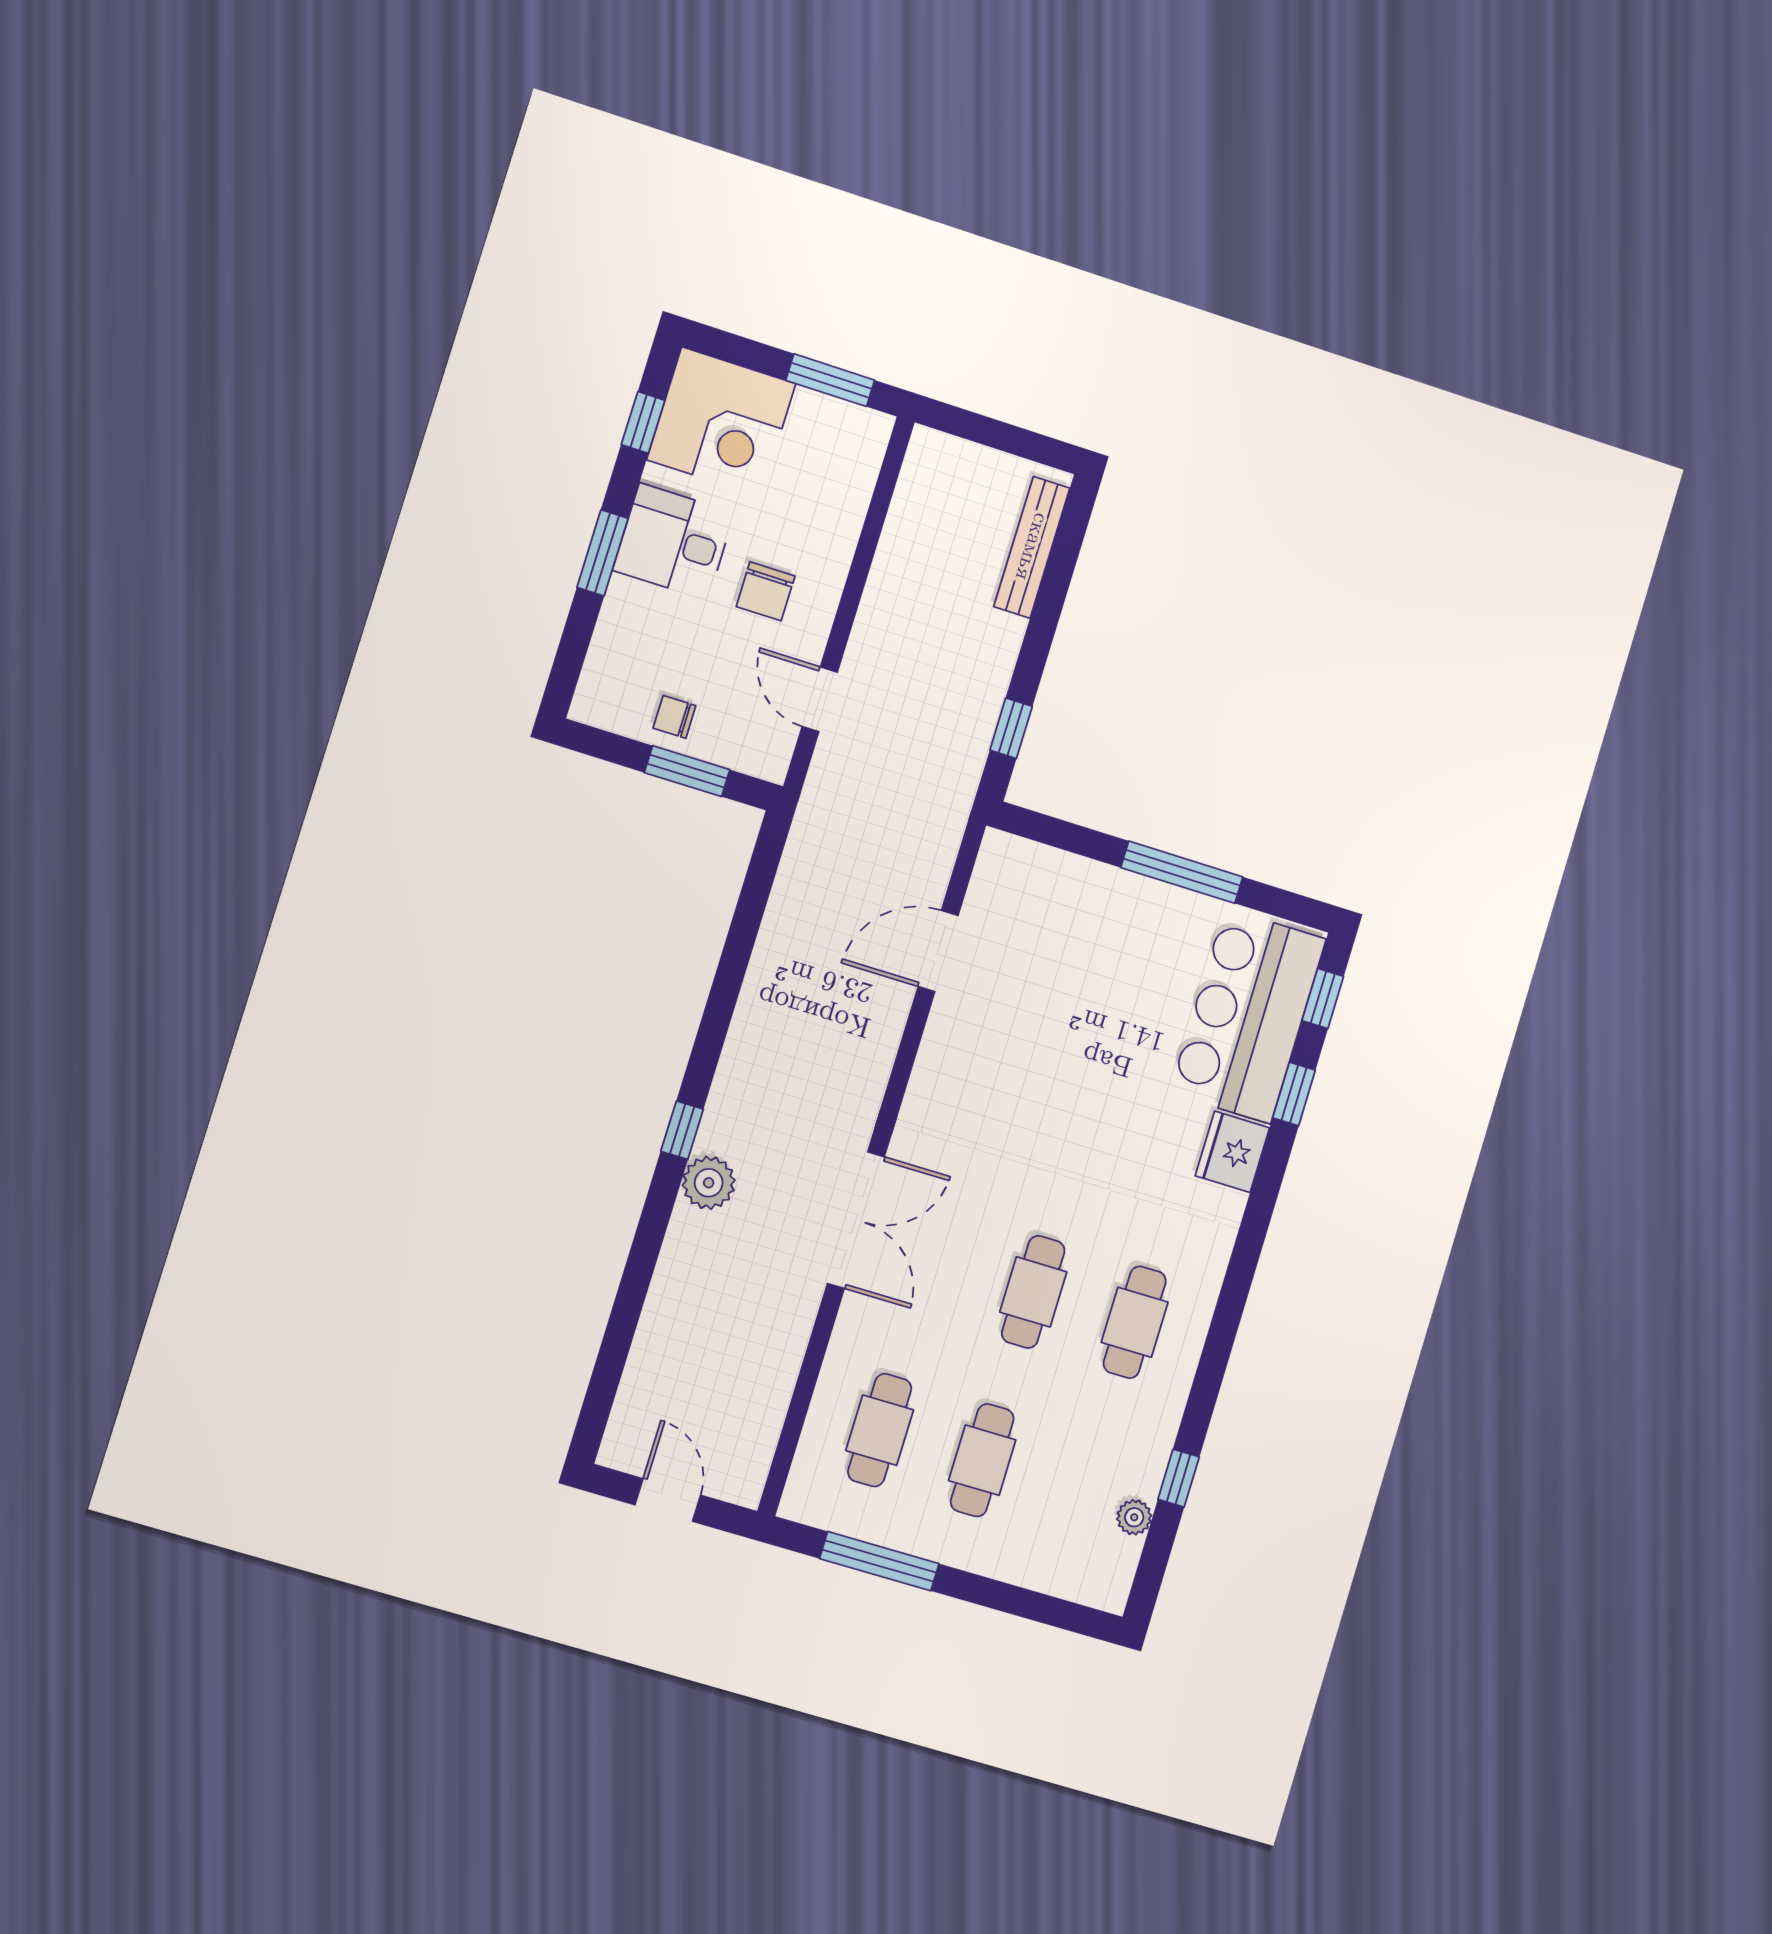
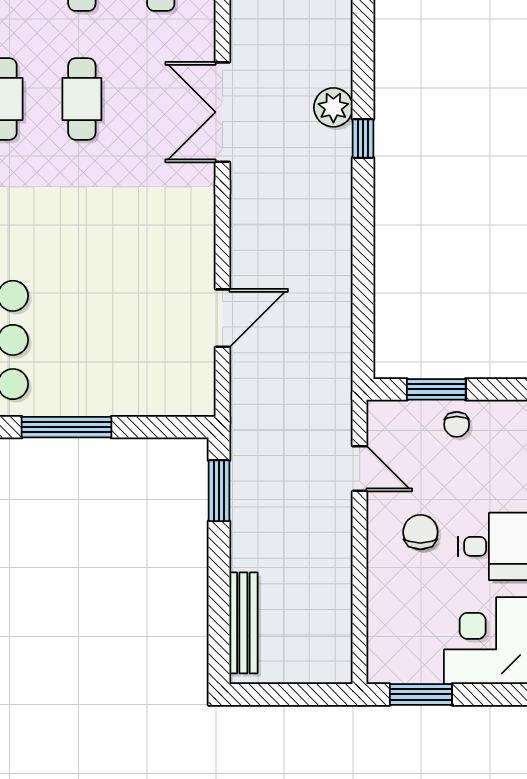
chair: (674, 717) -> (457, 424), turned 90
window: (1011, 728) -> (219, 491), width x1.50

